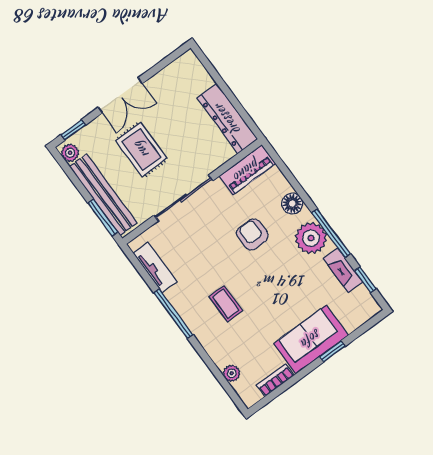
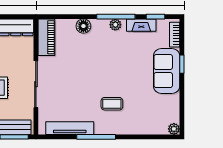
armchair: (252, 234) -> (84, 61), removed
plant: (311, 238) -> (115, 25), width x0.53, depth x0.53
tv unit: (155, 267) -> (70, 128), width x1.41
plant: (232, 373) -> (174, 129), moved
bookcase: (275, 380) -> (175, 35), moved

